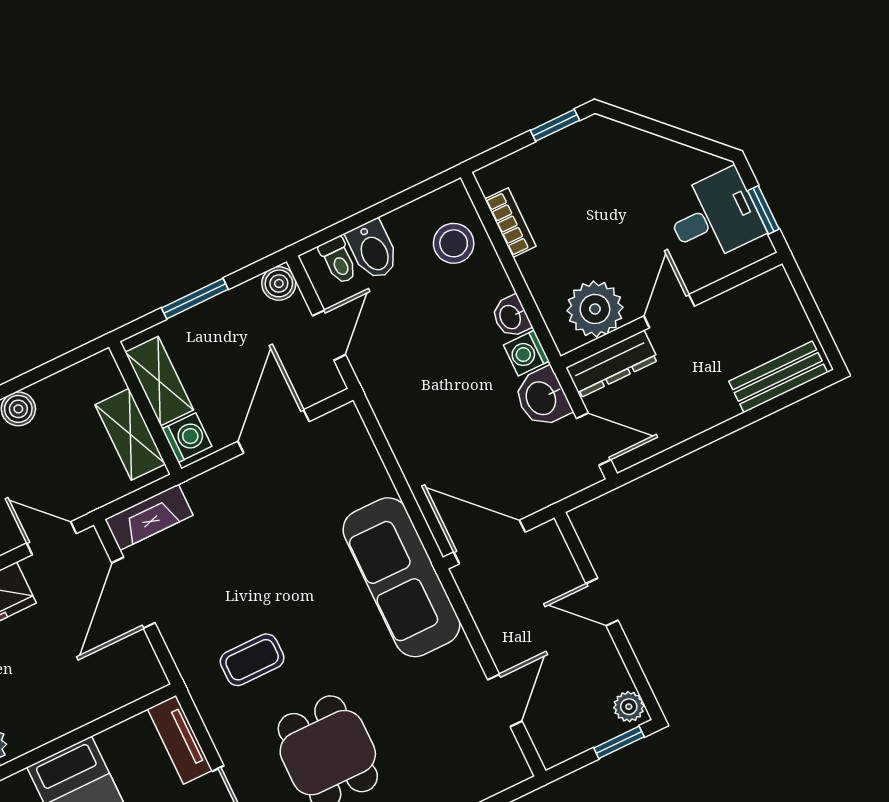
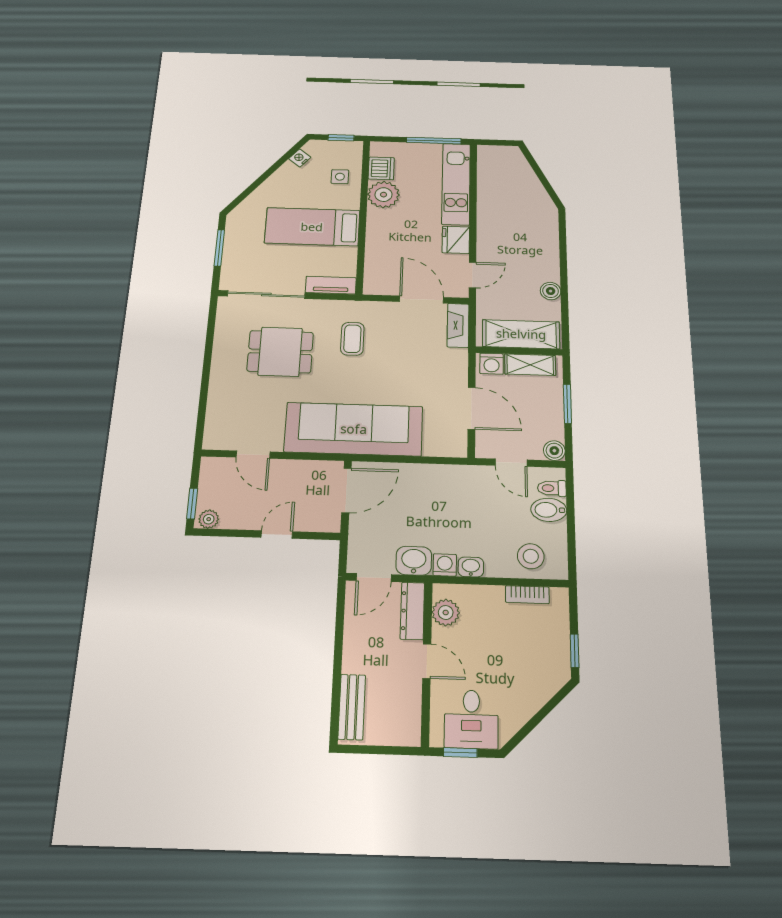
plant: (595, 309) -> (446, 613), width x0.73, depth x0.73
shelving: (130, 434) -> (521, 334), width x1.50, depth x1.33
sofa: (401, 577) -> (354, 429), width x1.36, depth x1.27

